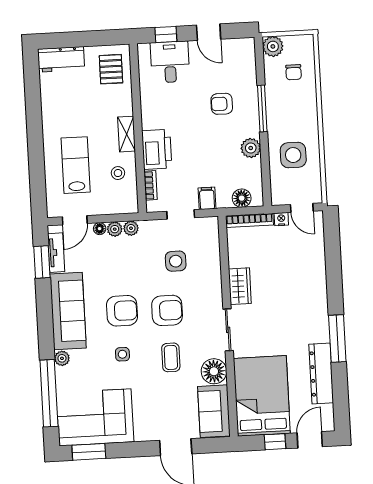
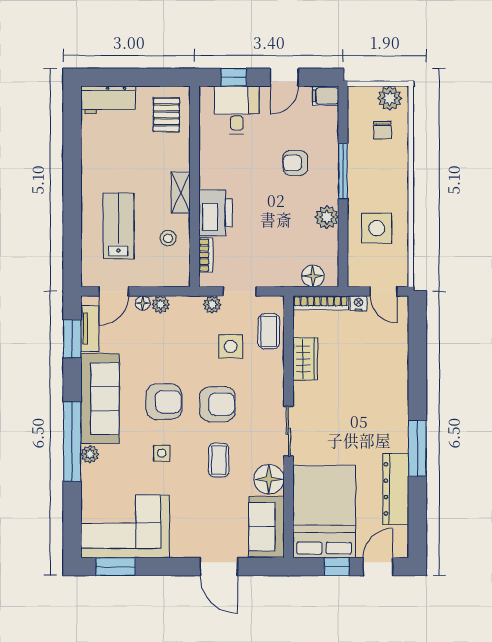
door: (209, 32) -> (284, 77), hinge flipped
plant: (273, 46) -> (390, 98), moved
filing cabinet: (207, 198) -> (326, 96), moved, turned -90
plant: (131, 228) -> (212, 305), moved
coffee table: (207, 247) -> (269, 331), added
wardrobe: (240, 286) -> (305, 359), moved
window: (49, 393) -> (72, 442), moved

